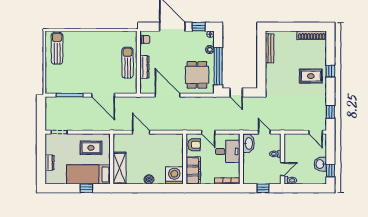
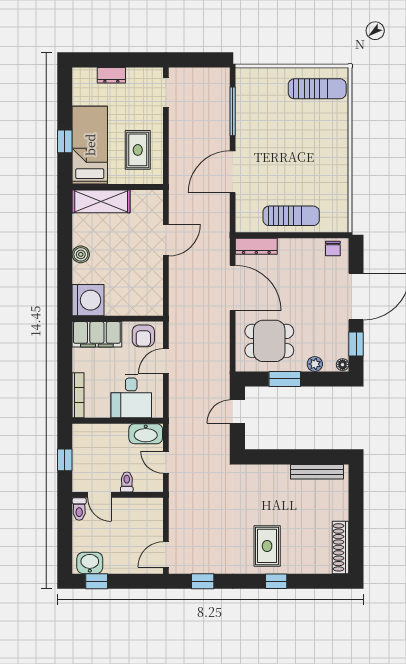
window: (218, 66) -> (285, 379), width x0.47
dresser: (144, 67) -> (256, 246), moved
door: (168, 95) -> (233, 288), hinge flipped
door: (264, 132) -> (166, 462), swing flipped
washbasin: (320, 164) -> (90, 563), moved

